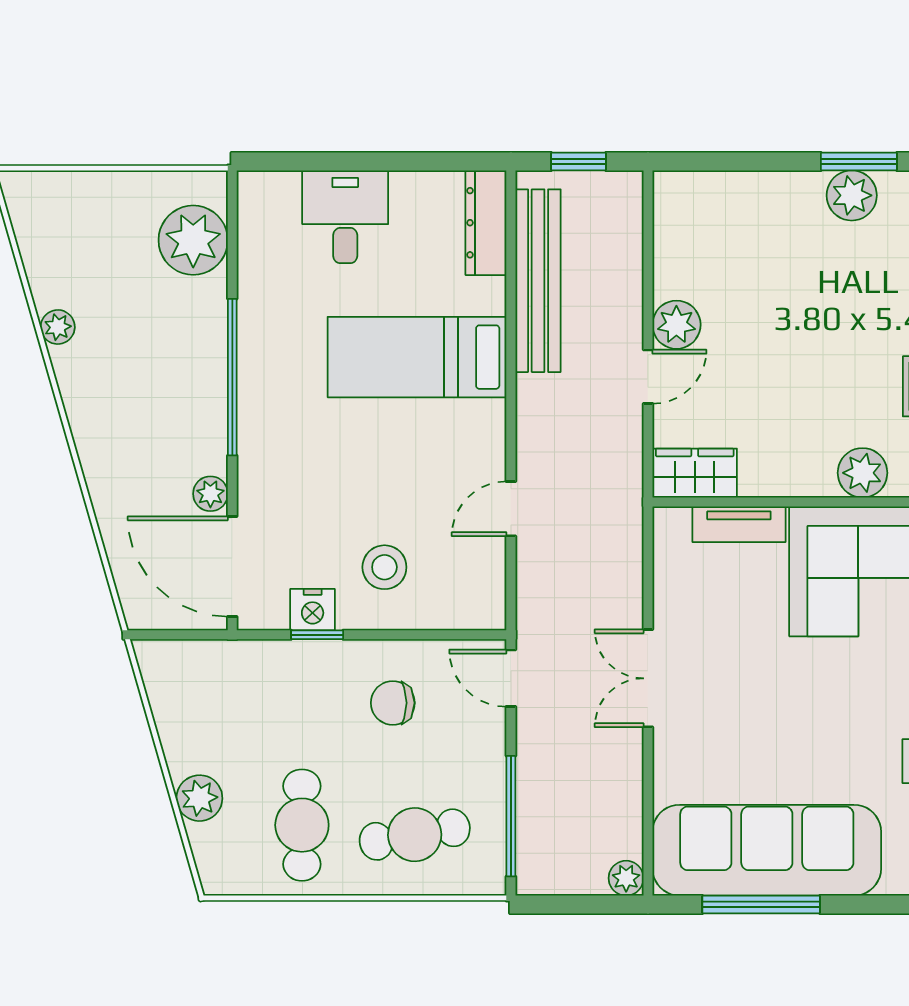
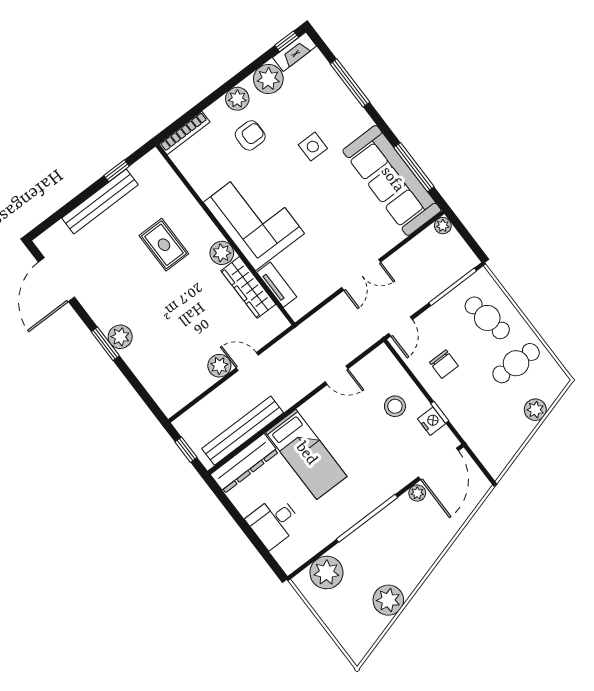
dresser: (486, 223) -> (244, 463), width x1.37, depth x1.24
plant: (58, 327) -> (388, 600), width x1.88, depth x1.88
wardrobe: (695, 473) -> (248, 287), moved, width x1.50

